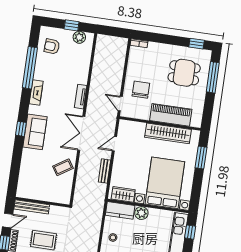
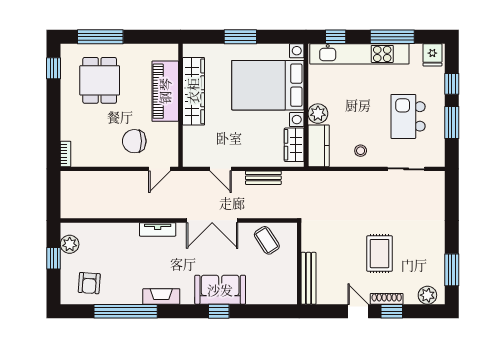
window: (201, 158) -> (240, 37), moved
wall: (42, 202) -> (299, 263), moved
bench: (32, 207) -> (308, 278), moved

